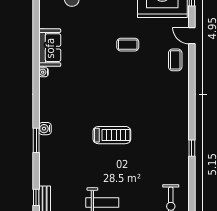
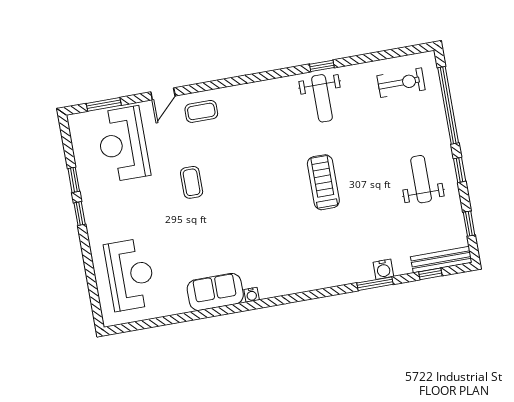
water cooler: (45, 129) -> (383, 269), moved
window: (36, 140) -> (375, 284), moved
weight bench: (170, 144) -> (322, 98), added

